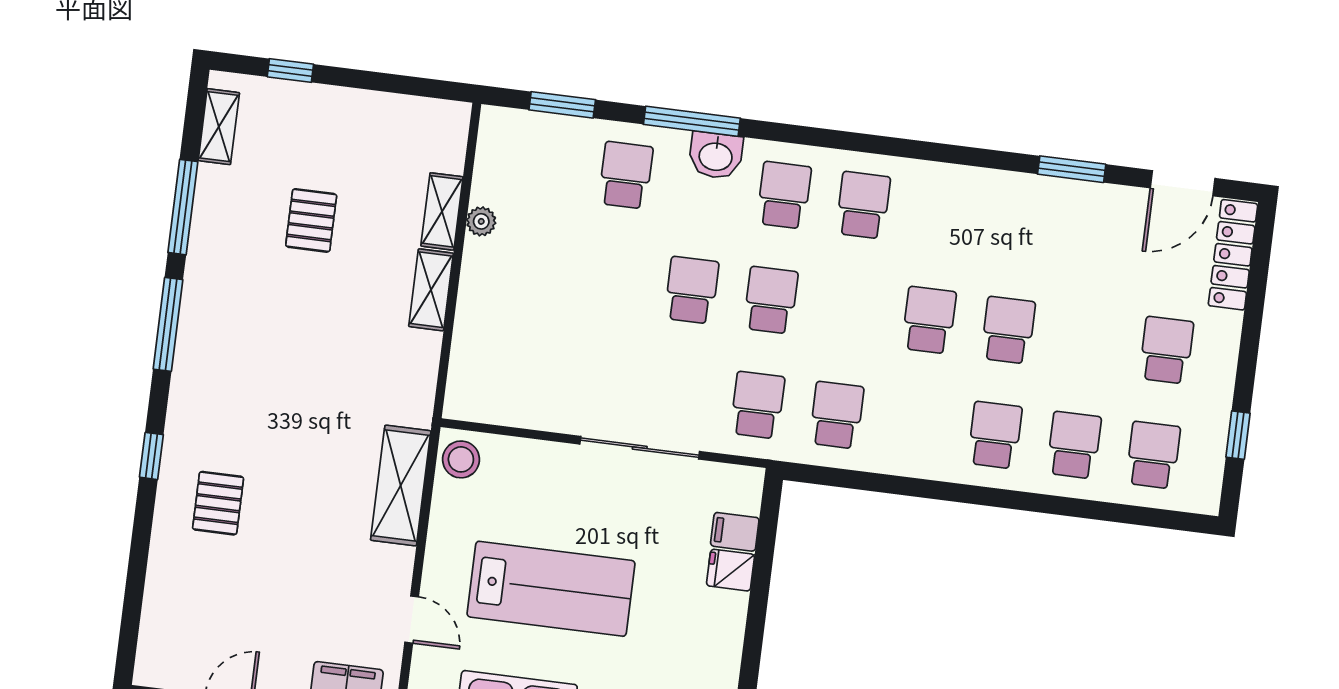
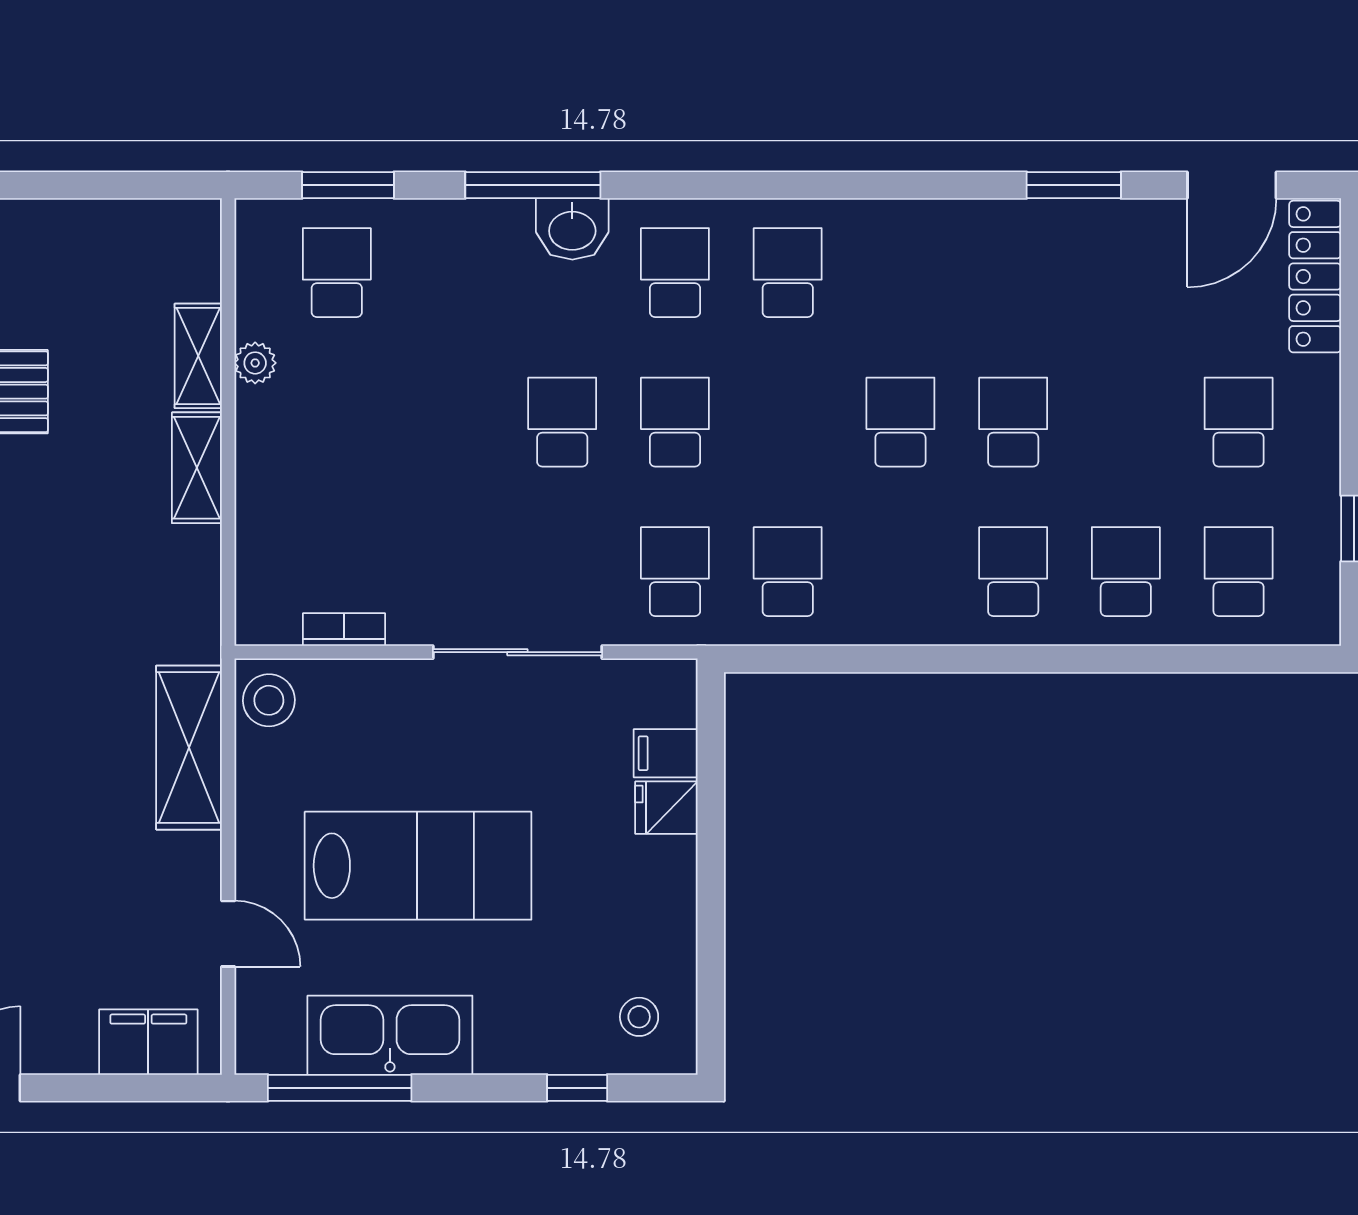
school desk: (626, 175) -> (337, 273), moved
bookcase: (520, 416) -> (344, 630), added

